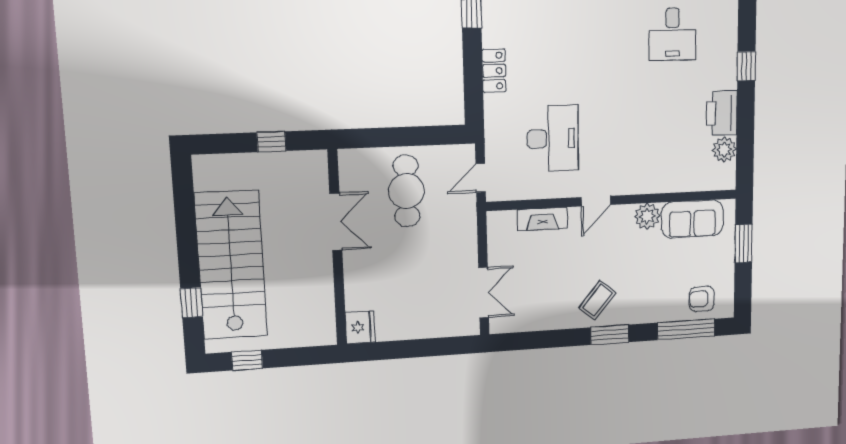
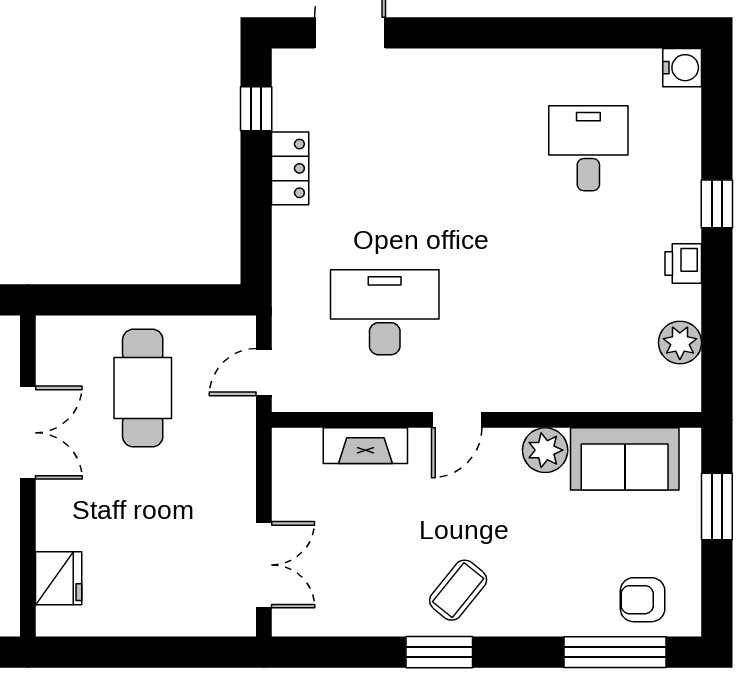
desk: (673, 34) -> (588, 148), turned 180
locker: (494, 71) -> (290, 168), moved
printer: (722, 113) -> (683, 263), width x0.53, depth x0.68
desk: (553, 138) -> (385, 312), turned -90
fridge: (360, 327) -> (59, 578), moved
window: (610, 335) -> (439, 652), moved

